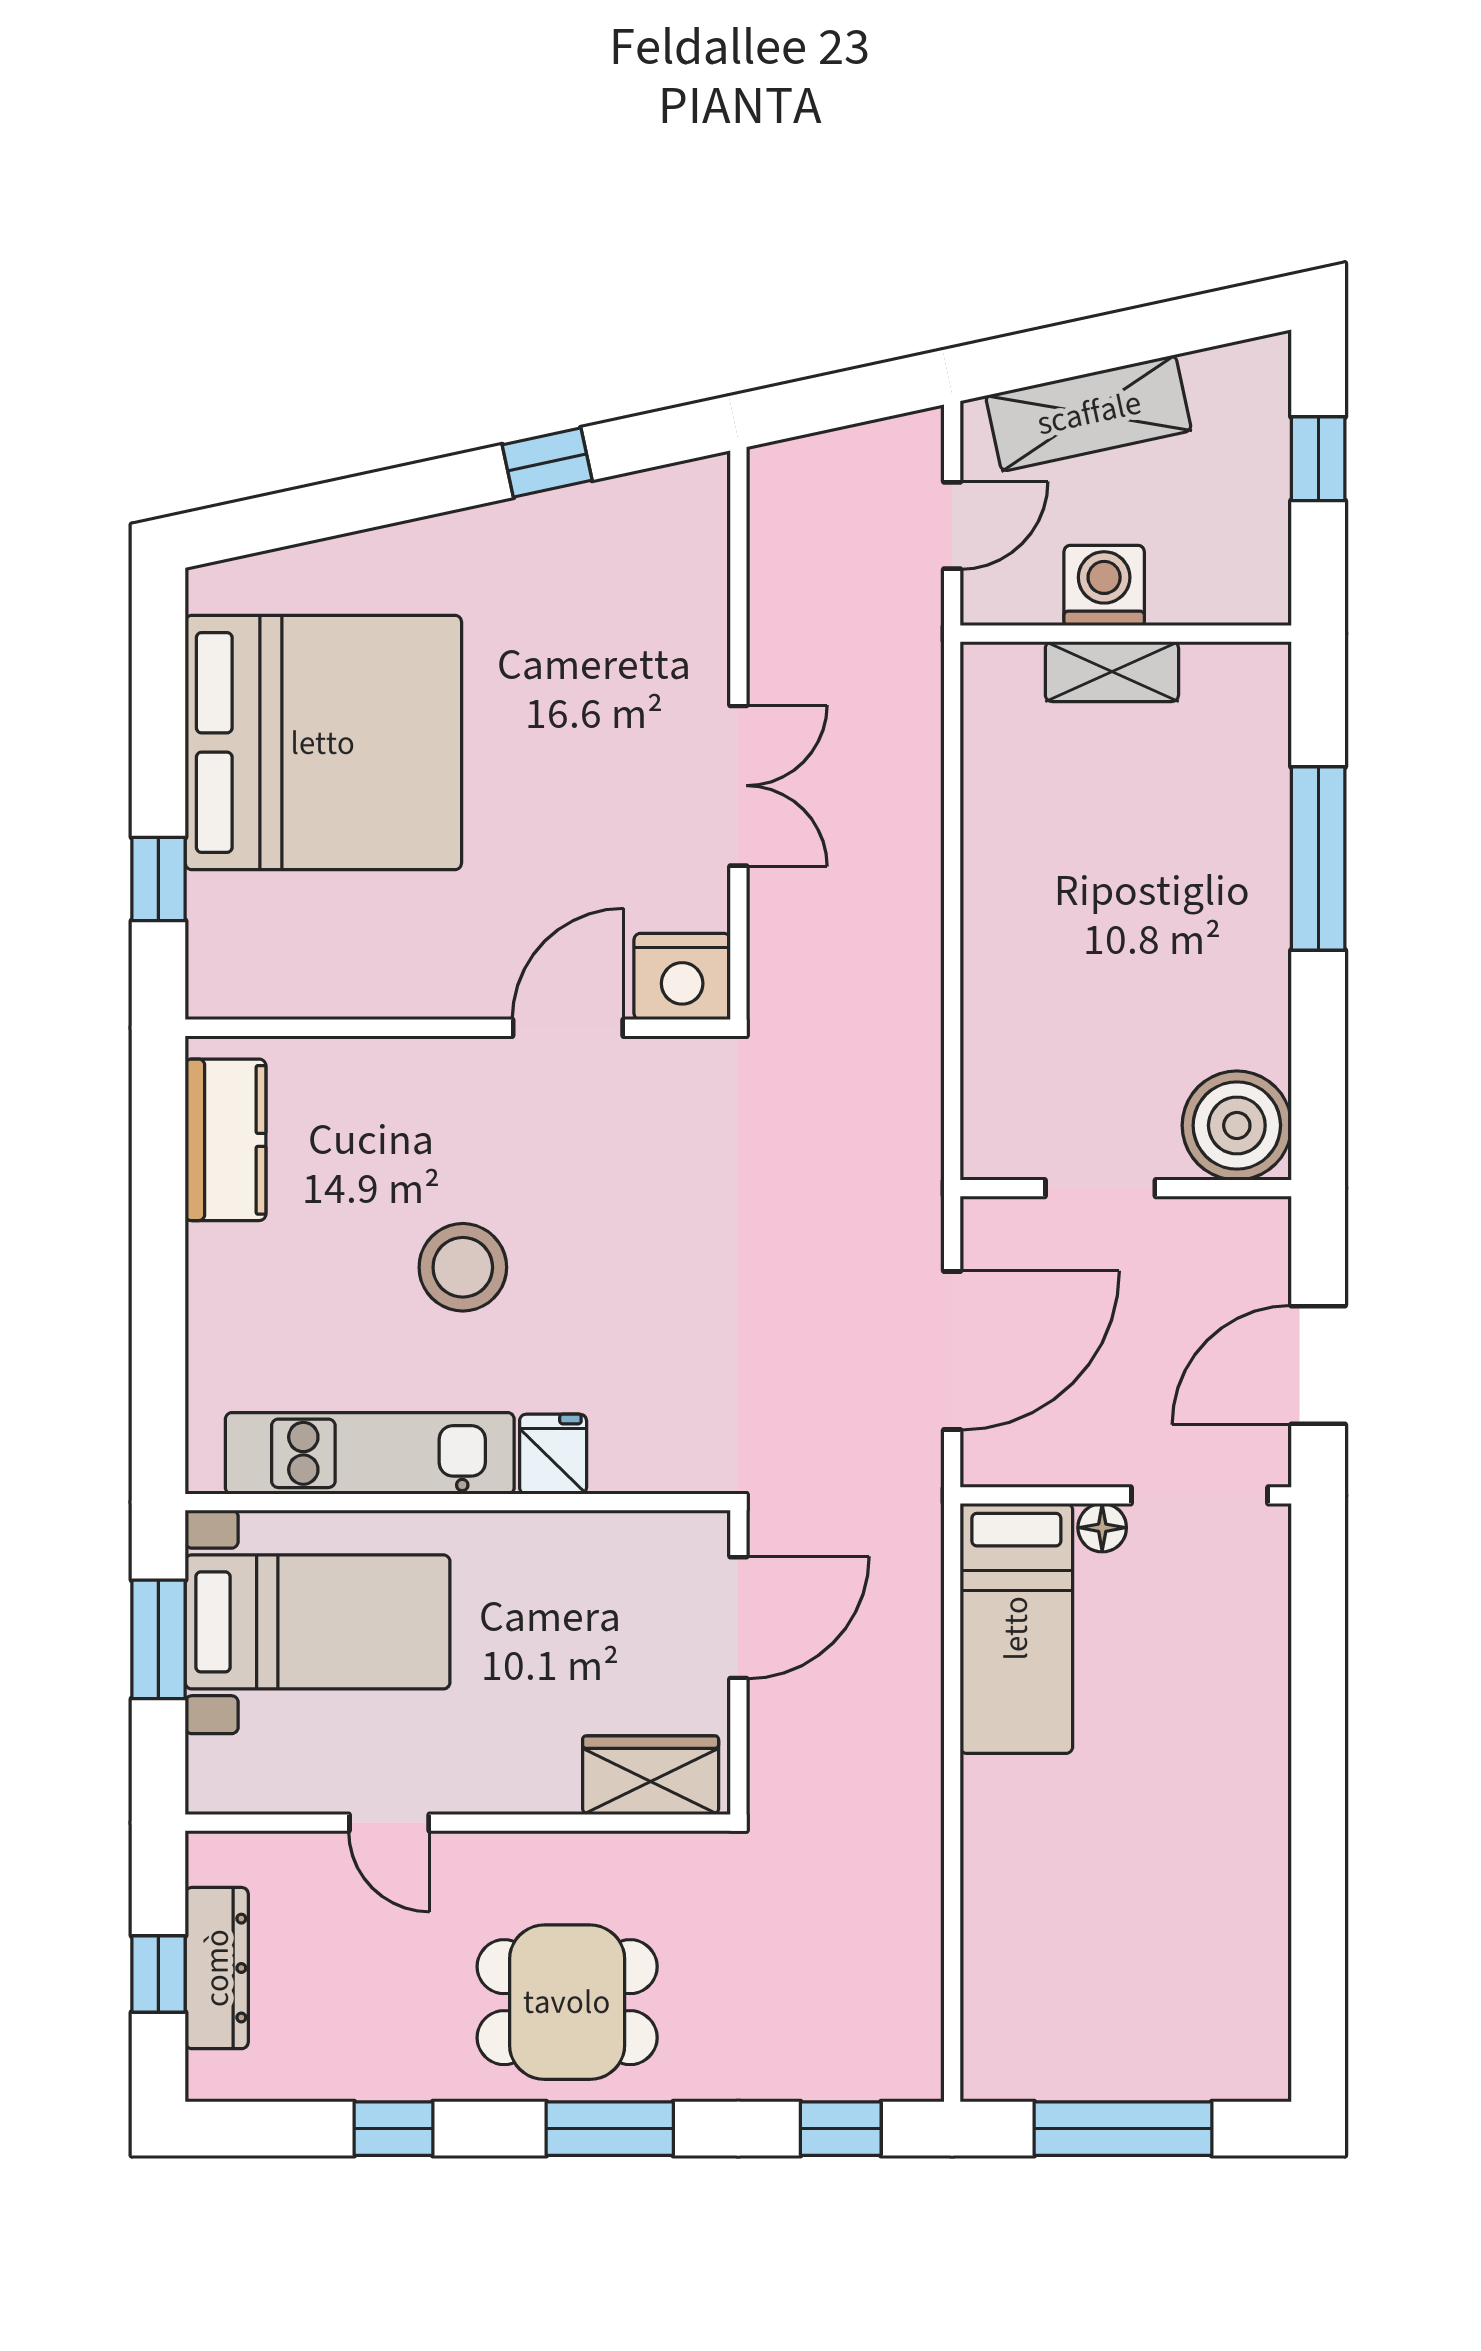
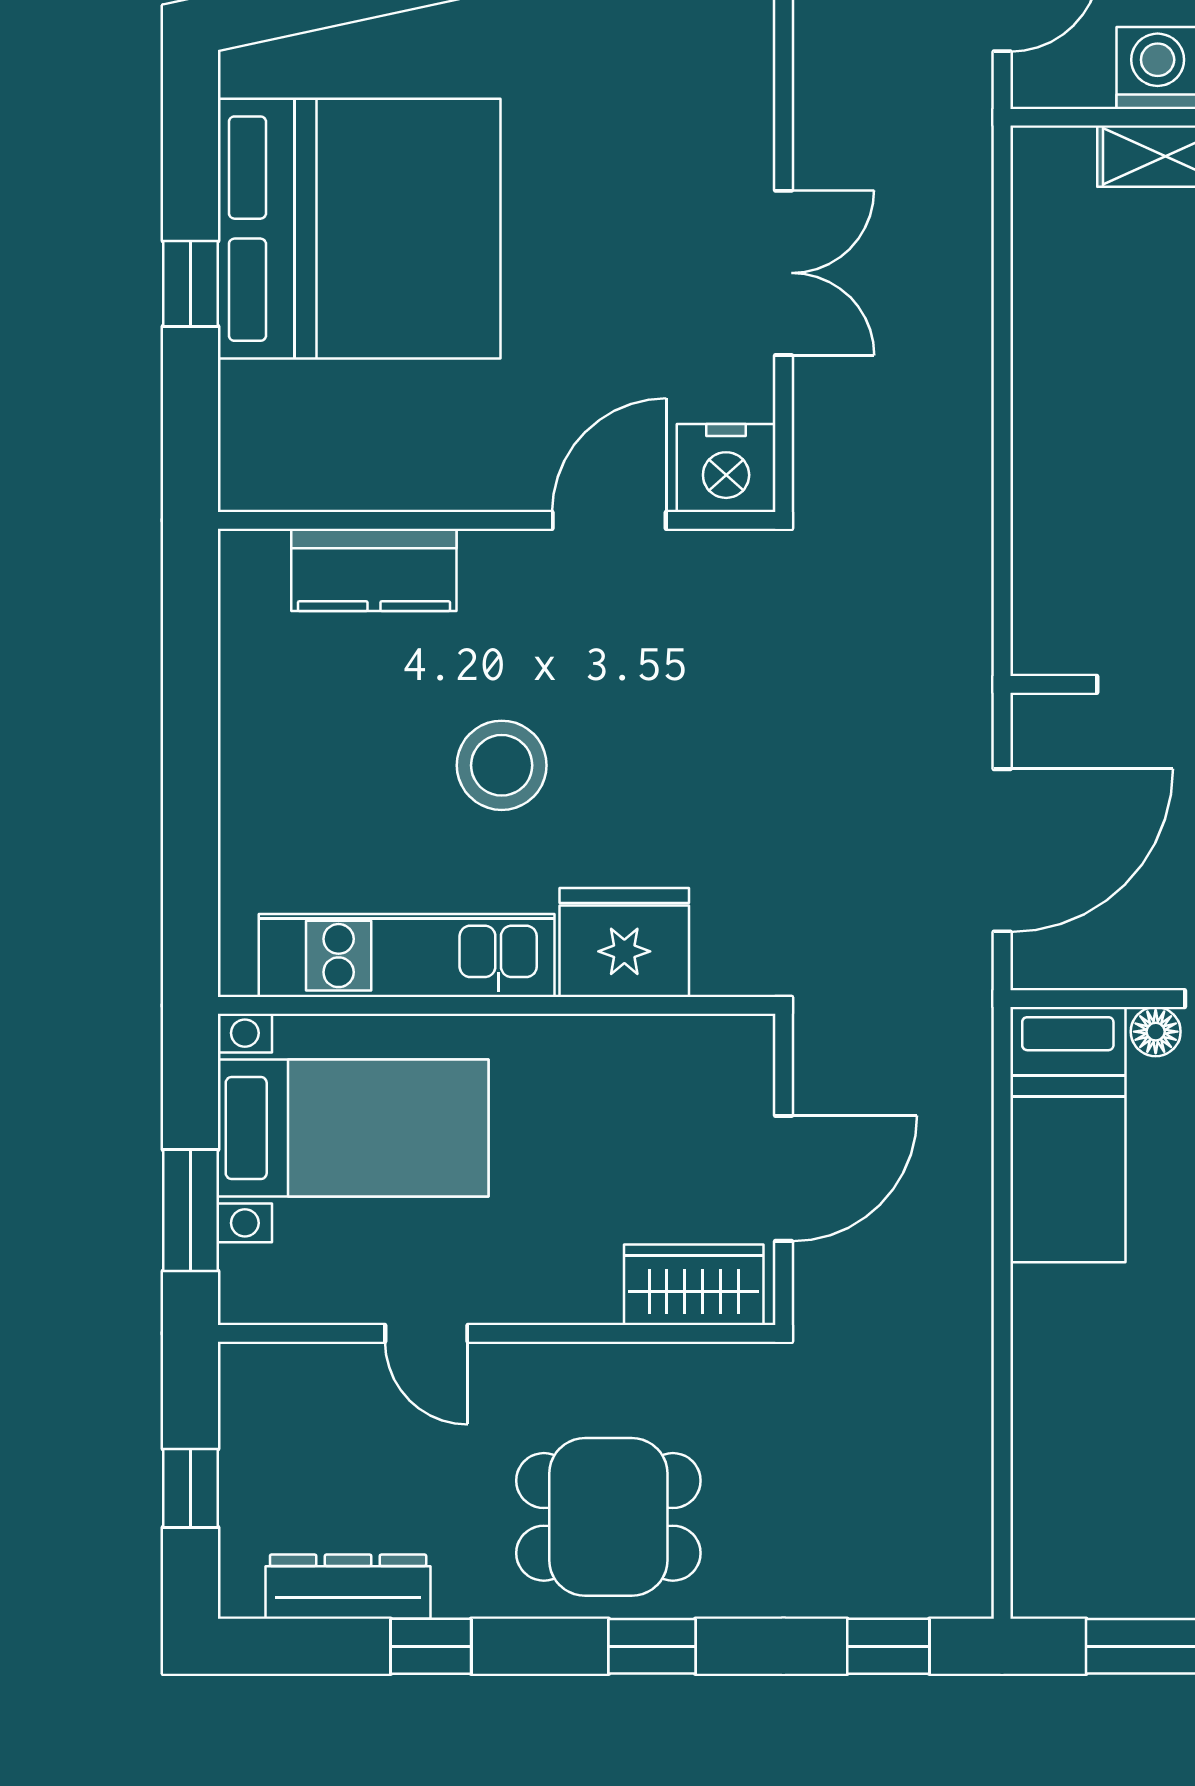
window: (158, 879) -> (190, 284), moved
kitchen counter: (226, 1140) -> (374, 570), moved, turned 90
fridge: (553, 1454) -> (624, 943), width x1.88, depth x1.34
door: (738, 1618) -> (783, 1178), moved
window: (158, 1639) -> (190, 1210), moved
dresser: (217, 1968) -> (348, 1587), moved, turned -90
window: (610, 2129) -> (652, 1646), width x0.67

